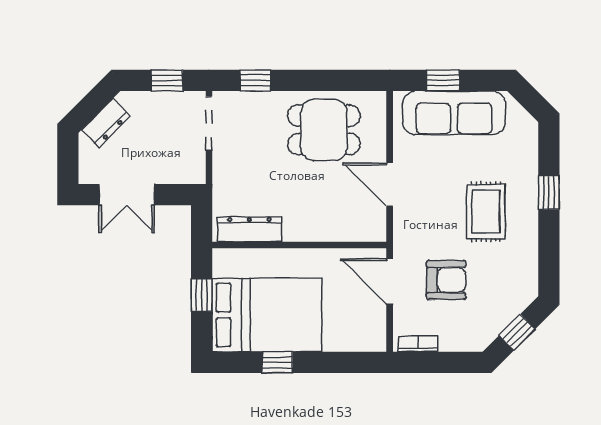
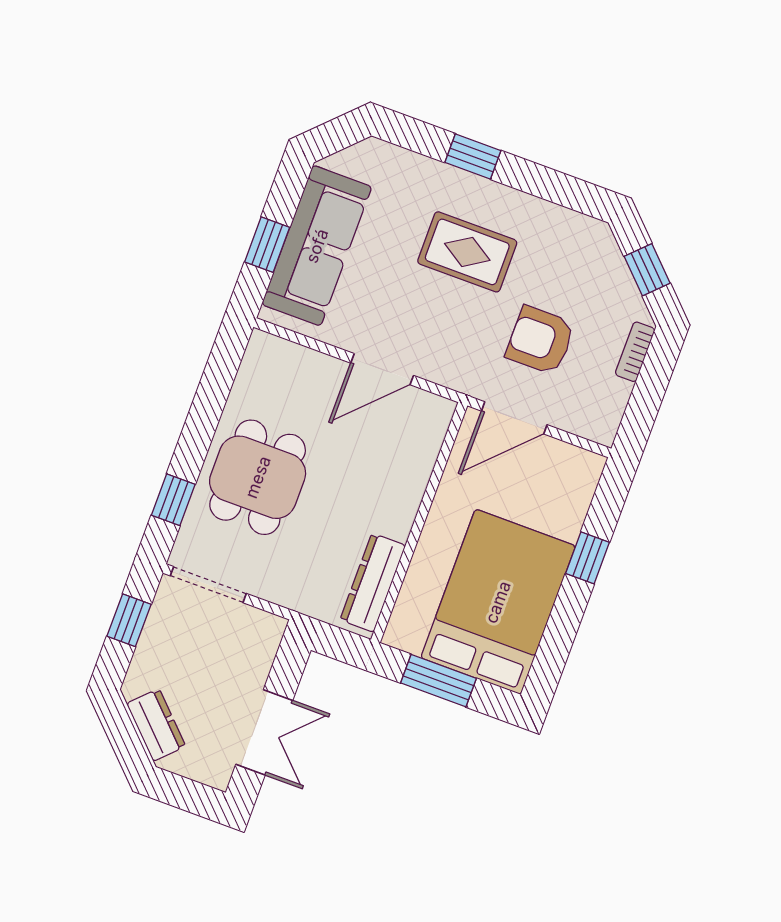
dining table: (324, 130) -> (258, 477), moved
armchair: (446, 280) -> (540, 340), turned -90
window: (202, 295) -> (438, 681), width x1.50
bookcase: (418, 344) -> (635, 352), moved
window: (277, 362) -> (588, 558), moved

